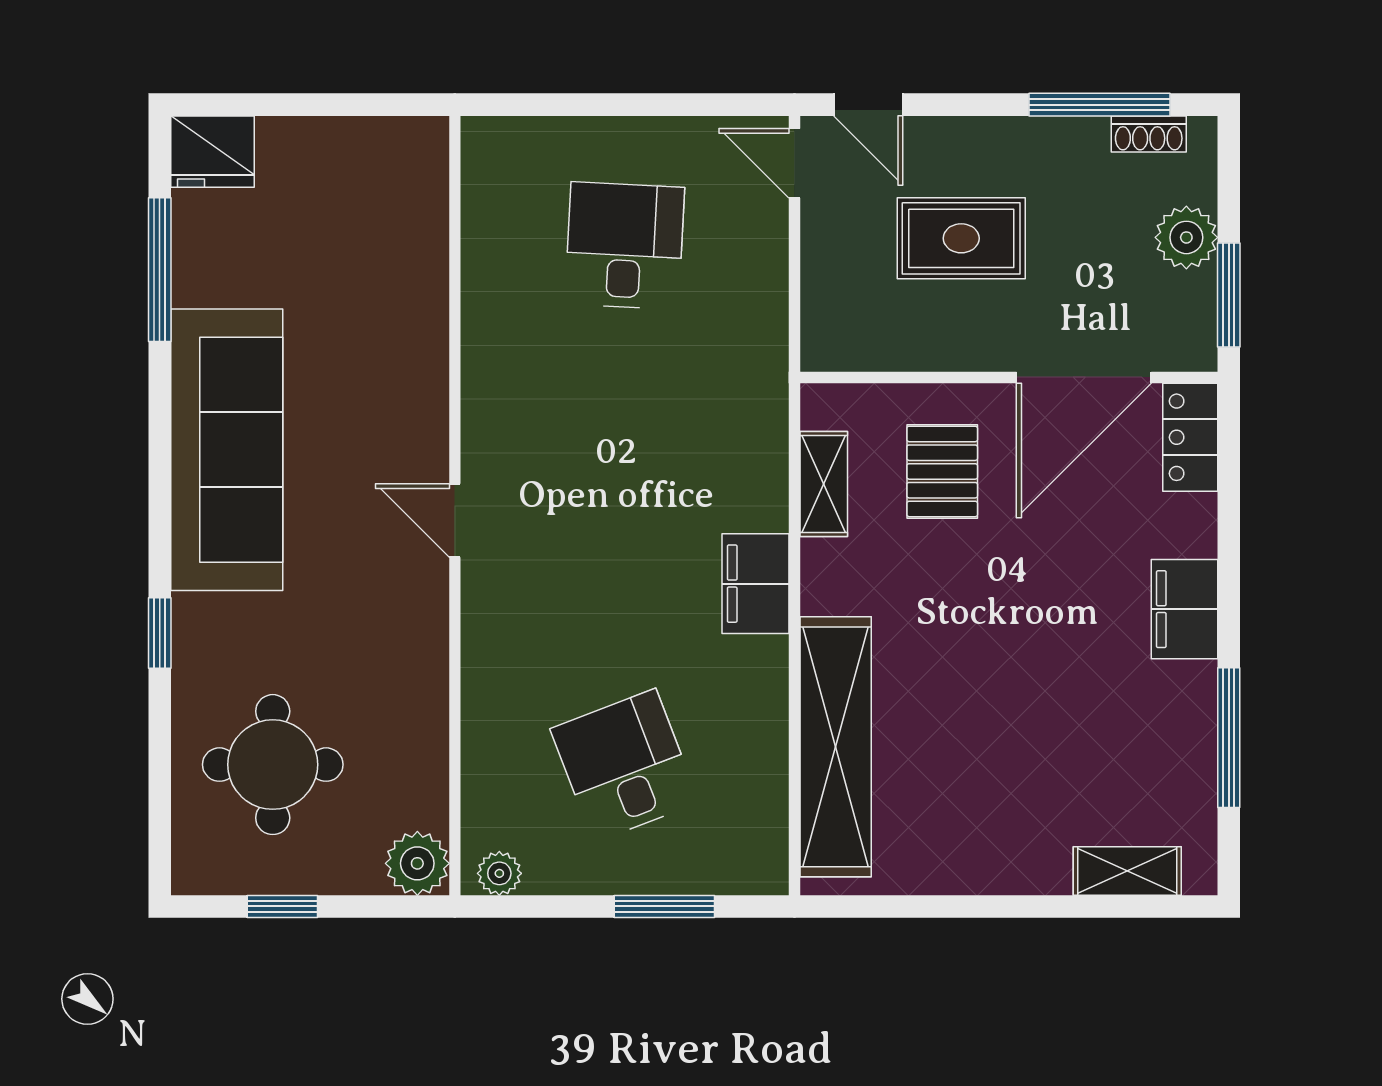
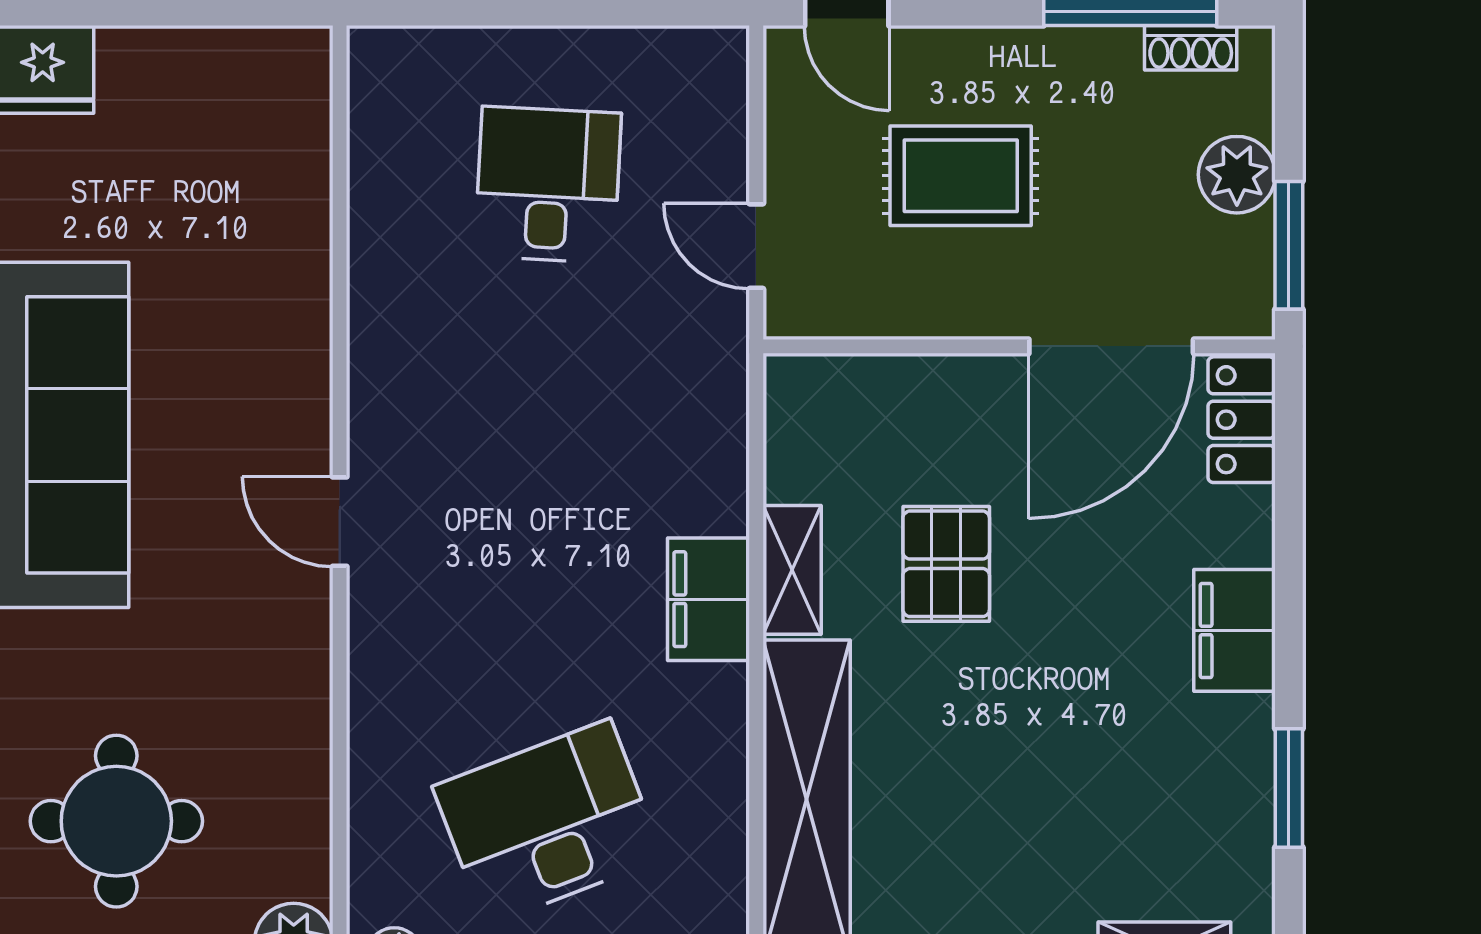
door: (794, 163) -> (756, 246), moved
pallet: (942, 471) -> (946, 564), moved
shelving: (824, 484) -> (792, 570), moved
window: (1229, 738) -> (1289, 788), width x0.69
desk: (625, 765) -> (548, 822), width x1.37

